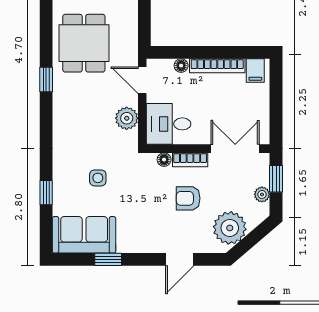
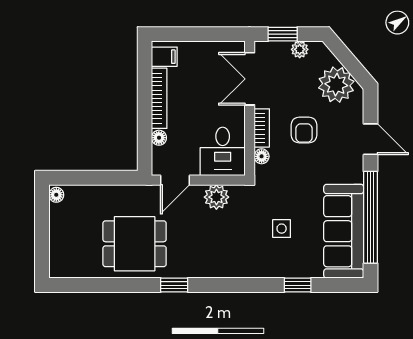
sofa: (84, 235) -> (344, 231), width x1.36
window: (108, 259) -> (370, 217), width x3.17

